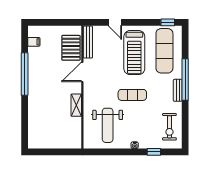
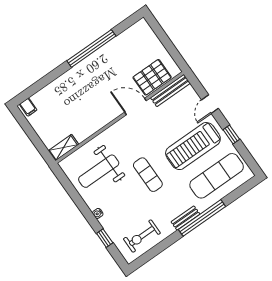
window: (168, 22) -> (231, 135), moved
filing cabinet: (34, 42) -> (28, 107), moved
shelving: (76, 105) -> (63, 148), moved

